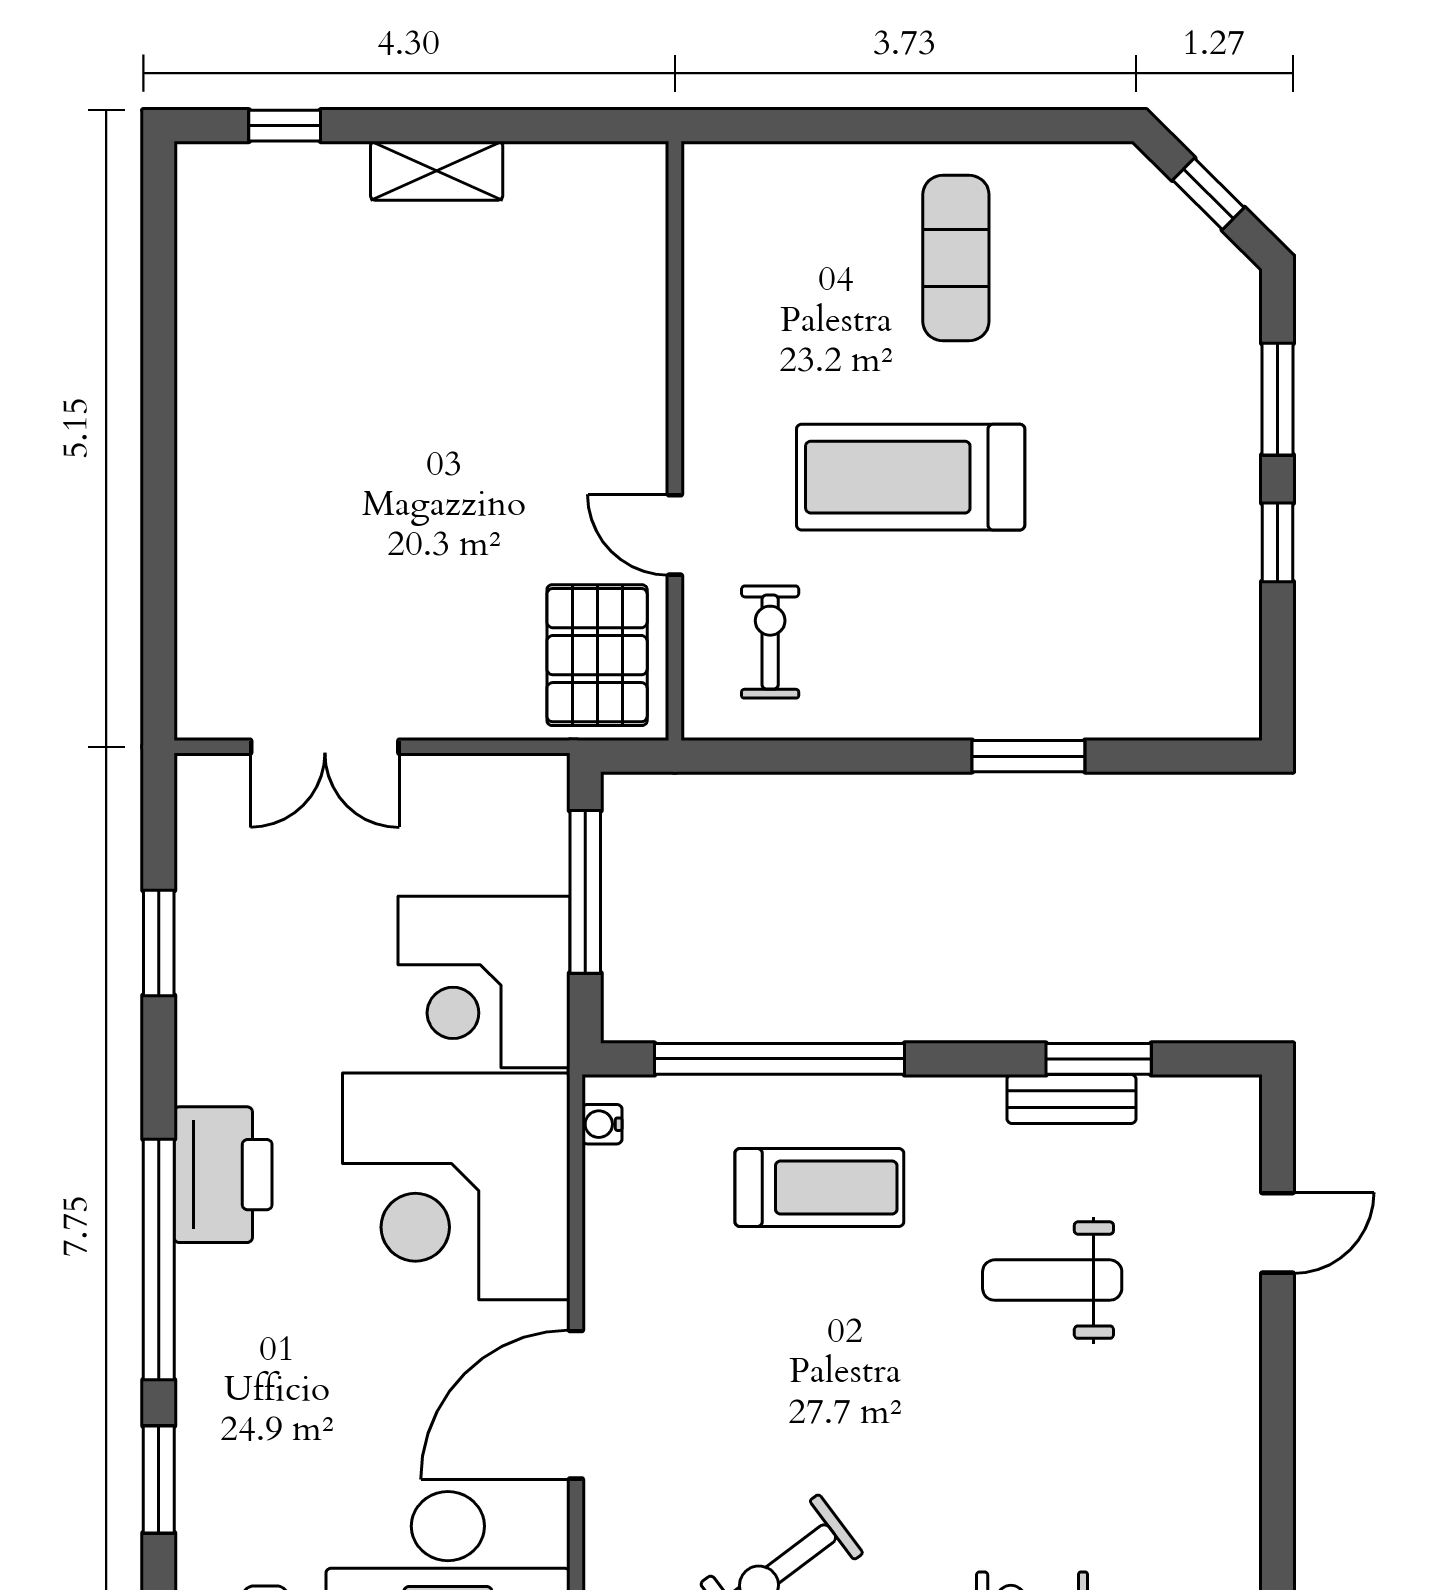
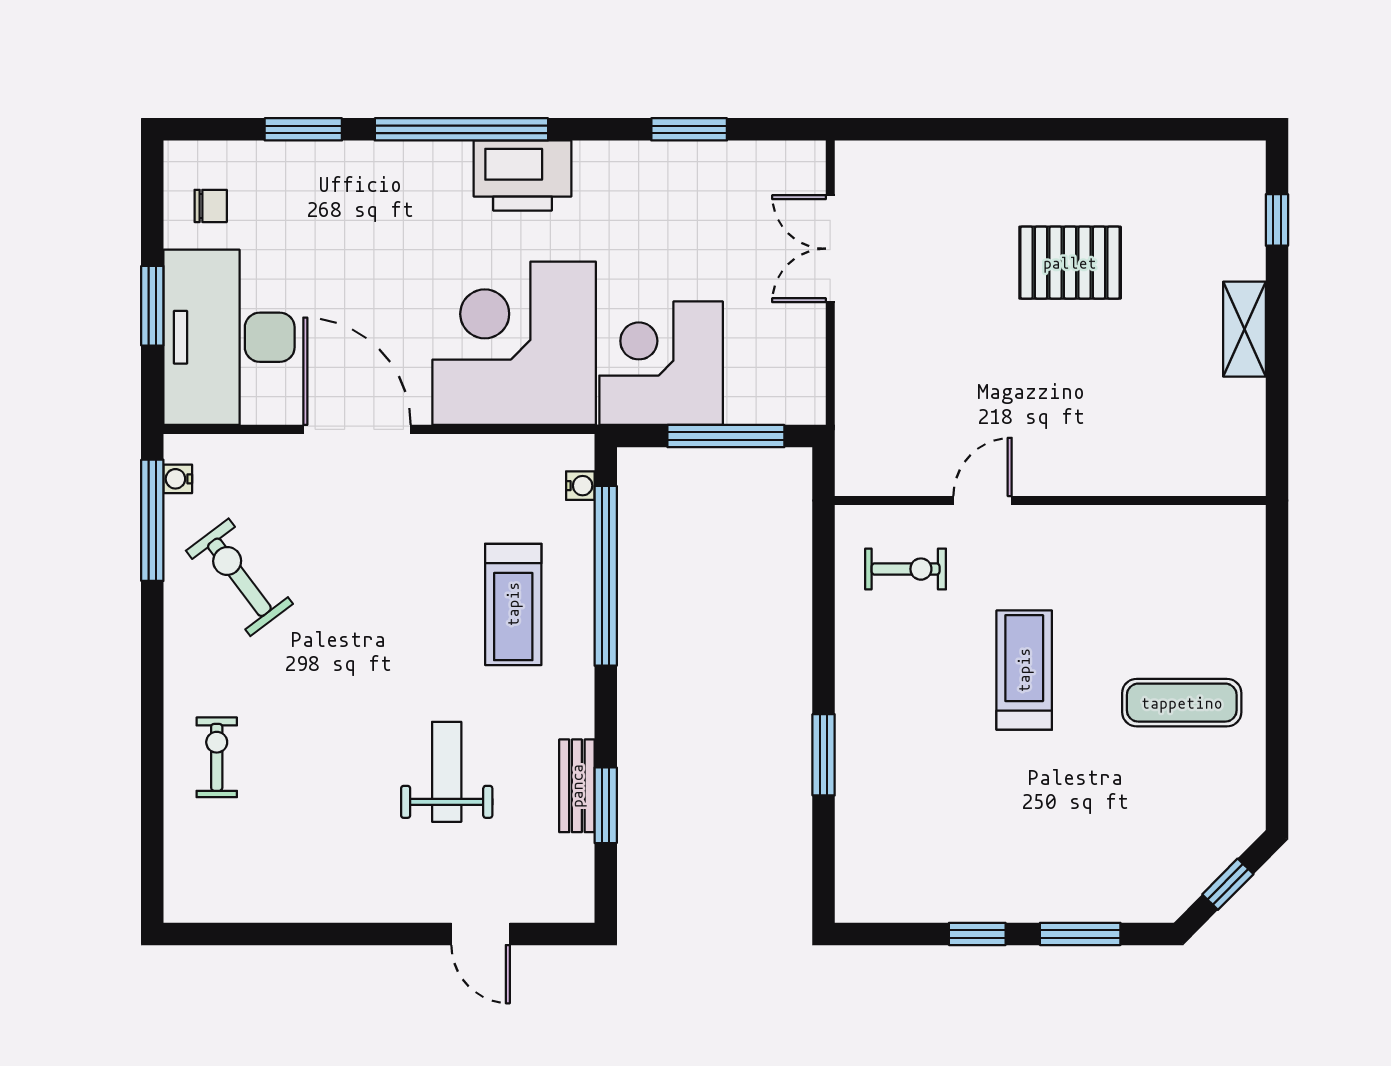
treadmill: (911, 477) -> (1024, 670), width x0.73, depth x0.73
pallet: (597, 655) -> (1070, 263), moved
water cooler: (602, 1124) -> (580, 486), moved, turned 90

